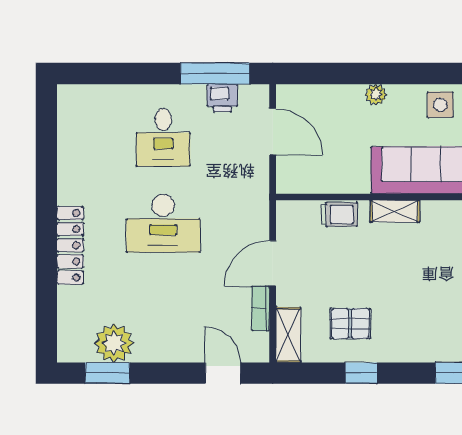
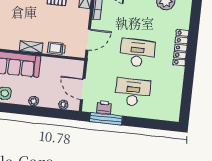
plant: (311, 94) -> (63, 105), added
desk: (163, 137) -> (133, 92), width x1.37
door: (273, 263) -> (88, 40), moved

